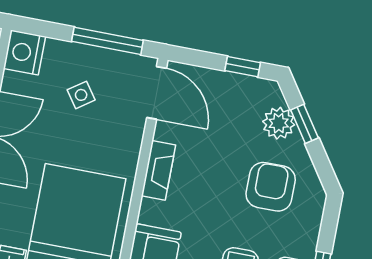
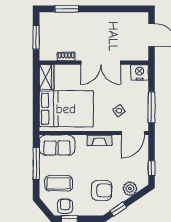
side table: (81, 95) -> (119, 111), moved
window: (304, 124) -> (118, 209), moved

